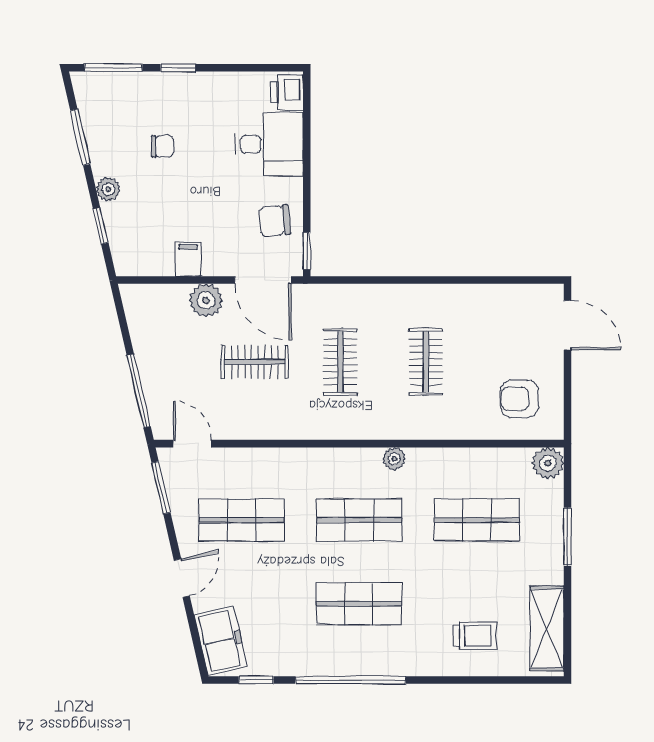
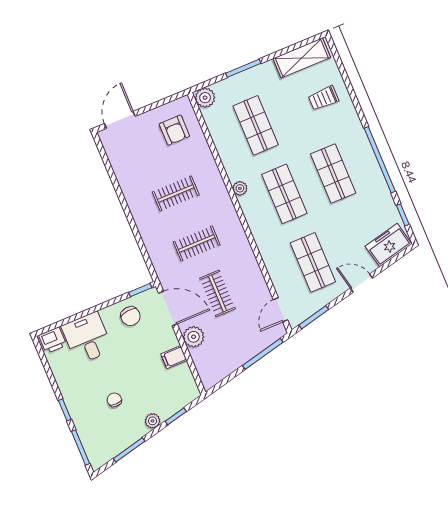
door: (263, 280) -> (168, 309), hinge flipped
trolley: (475, 636) -> (324, 98), turned -90

